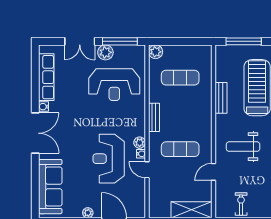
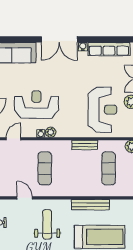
reception desk: (114, 85) -> (102, 110), turned 180
bench: (221, 98) -> (90, 205), width x1.36
bench: (154, 117) -> (85, 145), moved
door: (147, 170) -> (13, 139), moved

